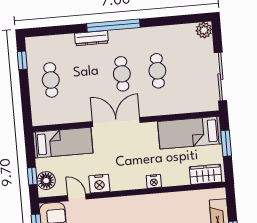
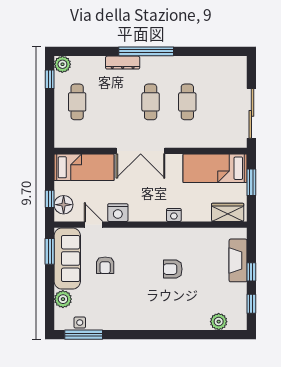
plant: (204, 30) -> (62, 64), moved
double door: (116, 122) -> (141, 151), swing flipped

